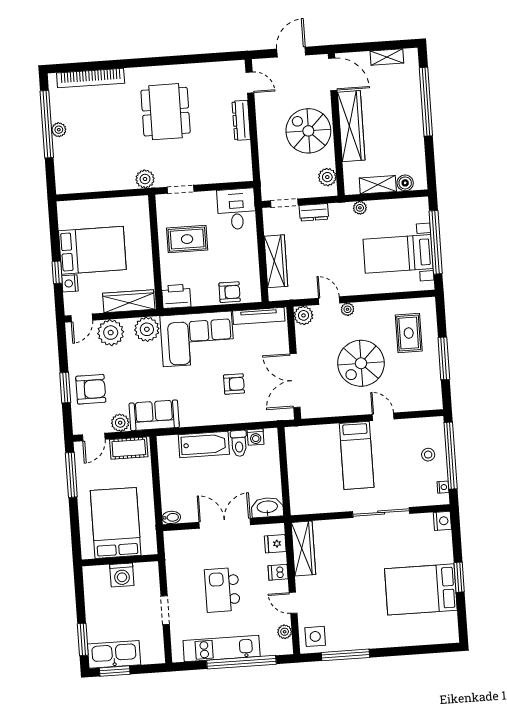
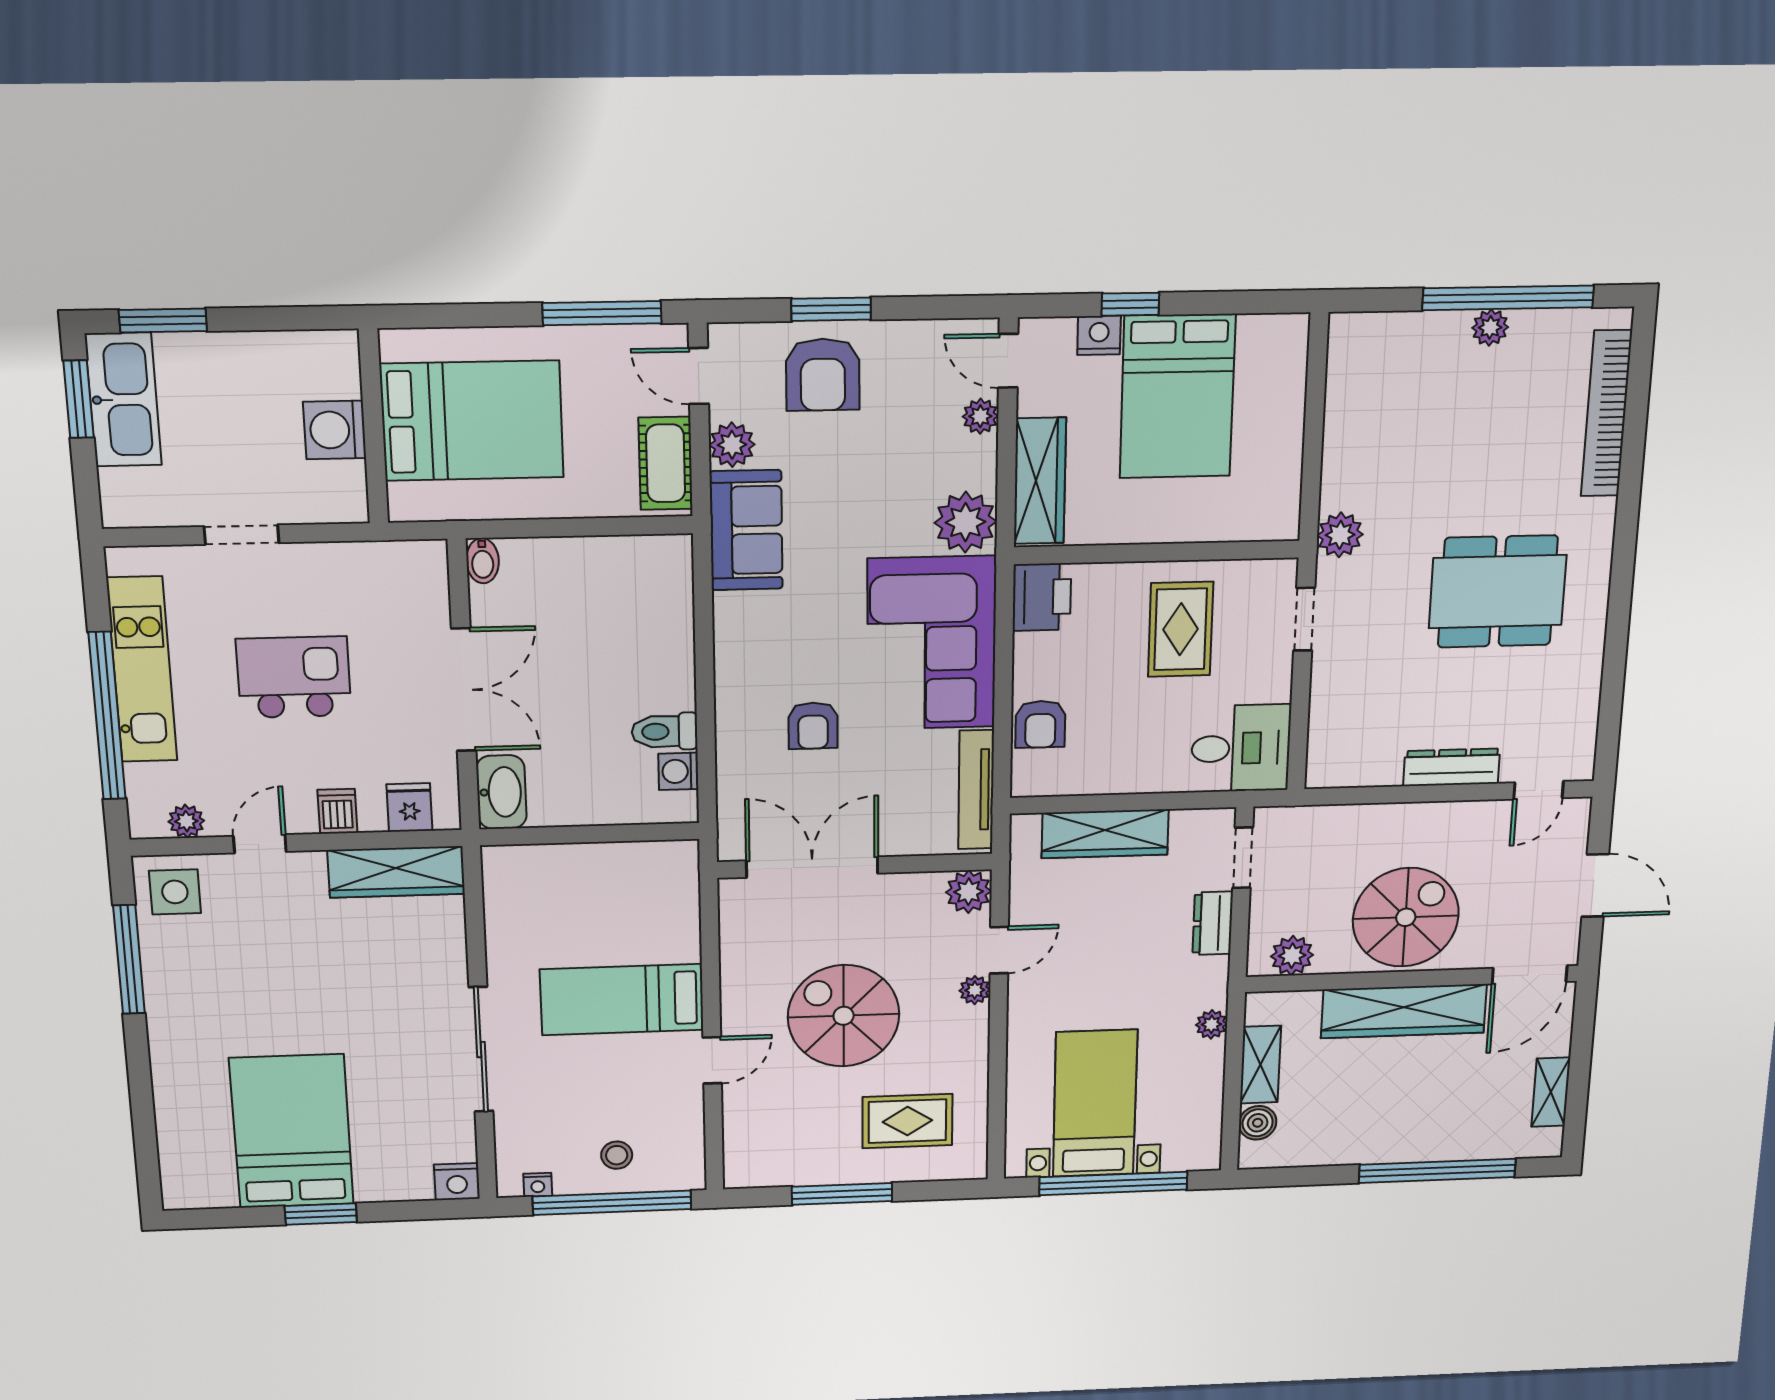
plant: (111, 333) -> (980, 416), width x0.53, depth x0.53
bathtub: (204, 444) -> (666, 648), removed

